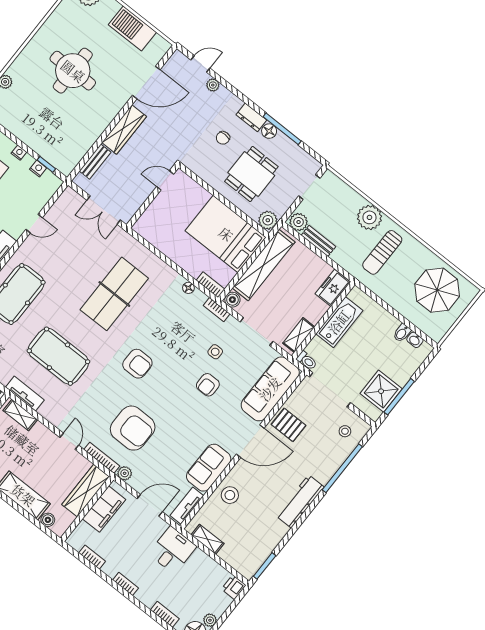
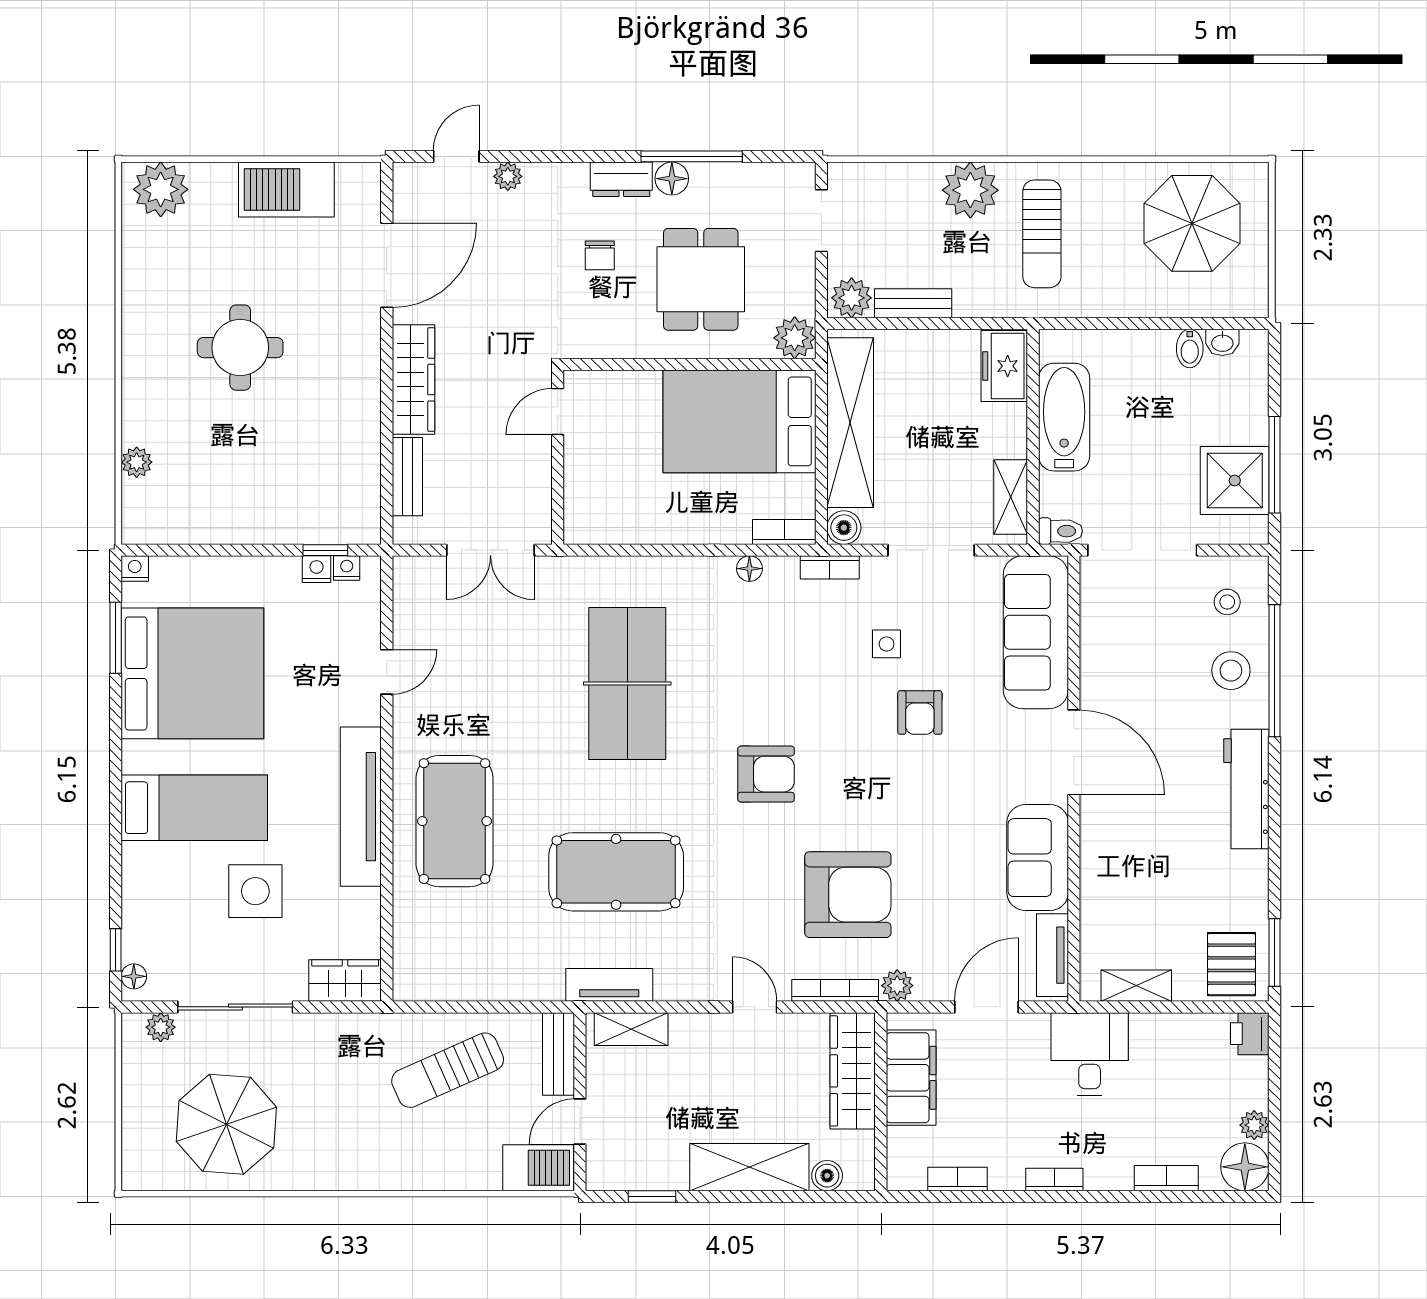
round table: (73, 71) -> (240, 348), width x0.73, depth x0.73
nightstand: (19, 153) -> (347, 568), moved
pallet: (289, 425) -> (1231, 964), moved, turned 90
door: (250, 441) -> (1074, 752), hinge flipped
stool: (230, 495) -> (1231, 671), moved

